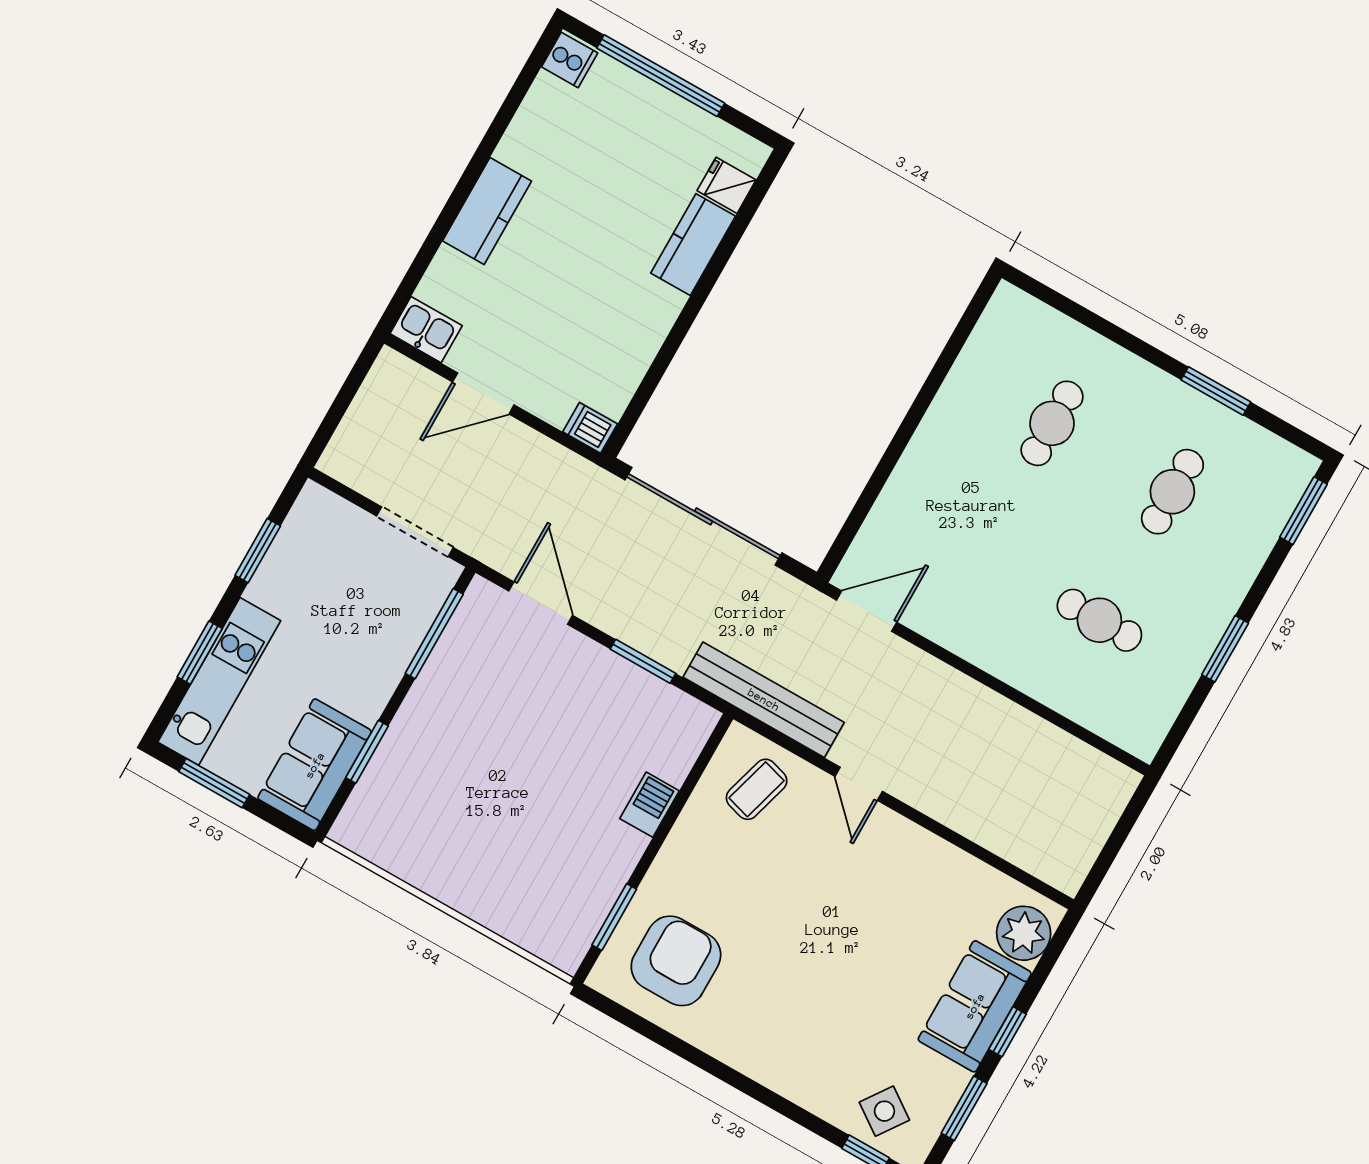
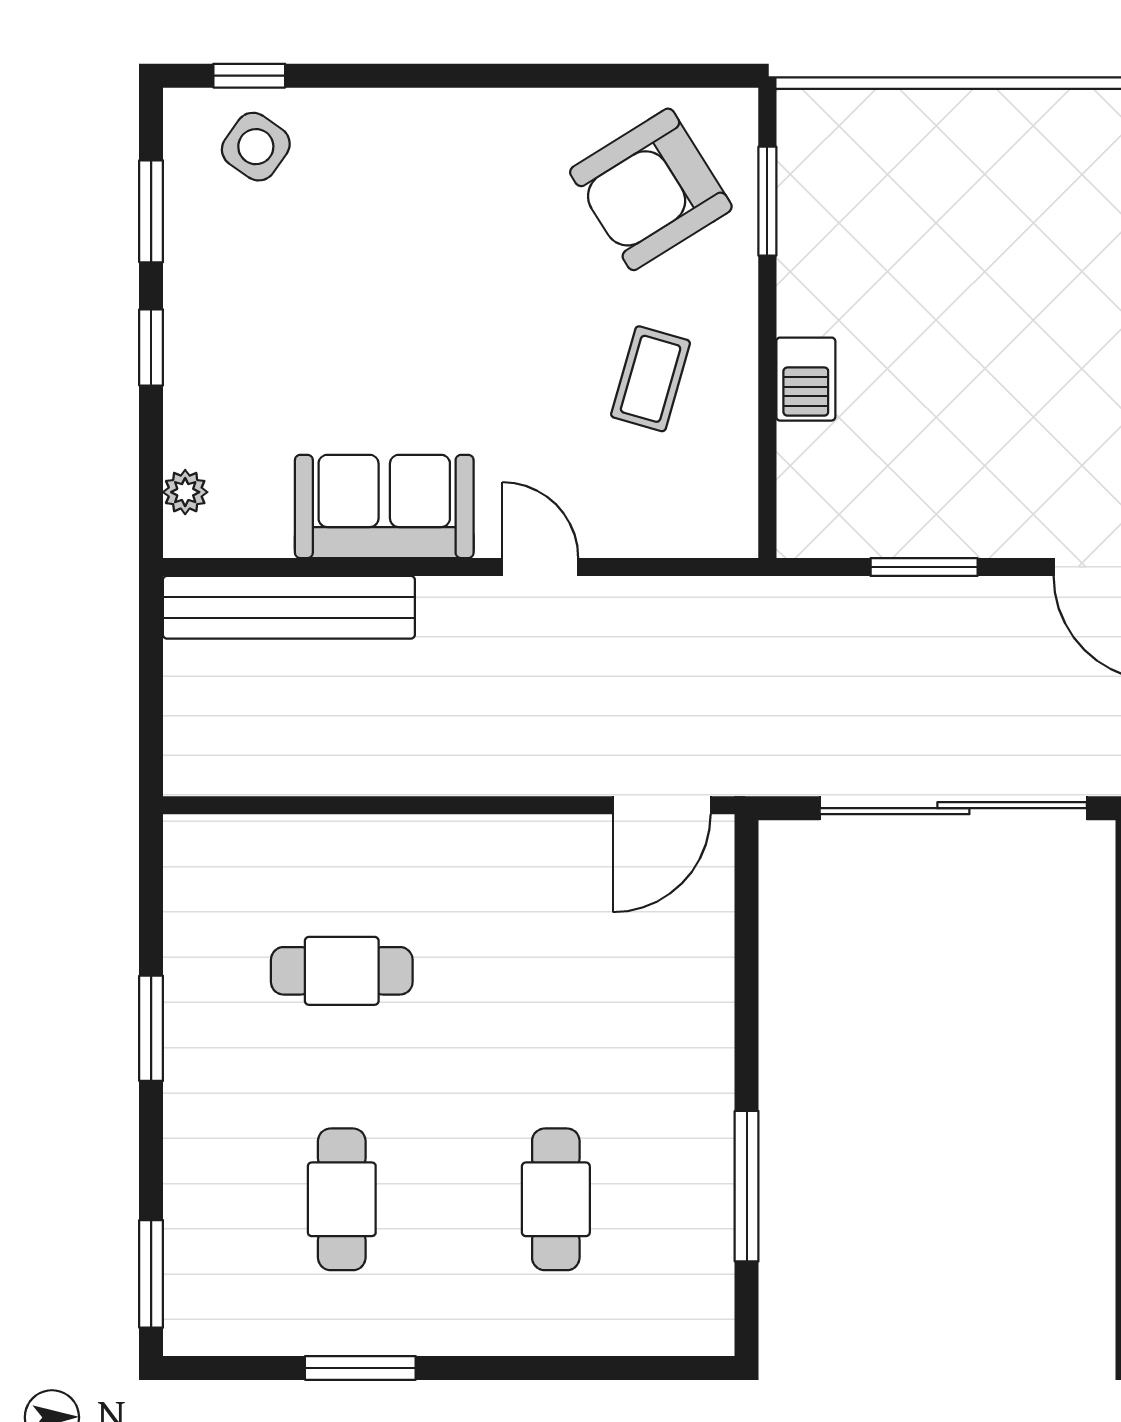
window: (941, 370) -> (747, 1186), added
bench: (764, 700) -> (289, 607), moved
coffee table: (757, 789) -> (651, 379), moved
plant: (1024, 933) -> (185, 492), width x0.53, depth x0.53
armchair: (676, 961) -> (651, 189), turned 58
sofa: (975, 1006) -> (384, 506), moved, turned -90

